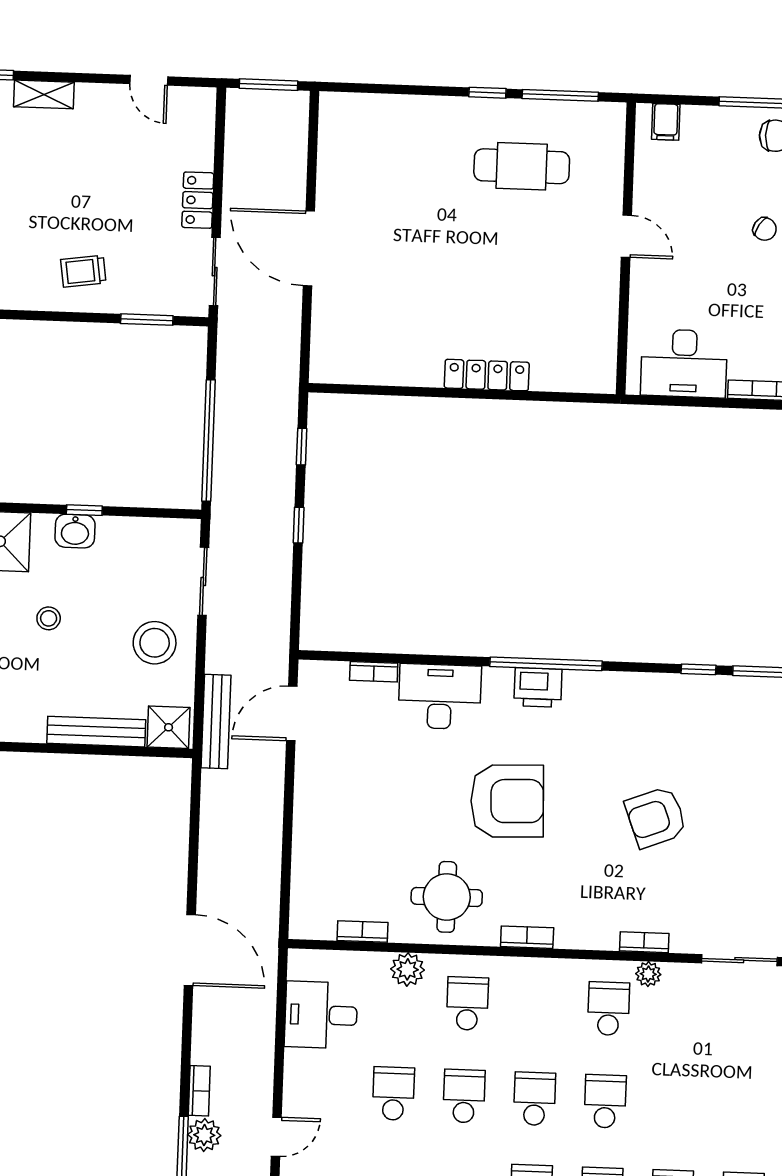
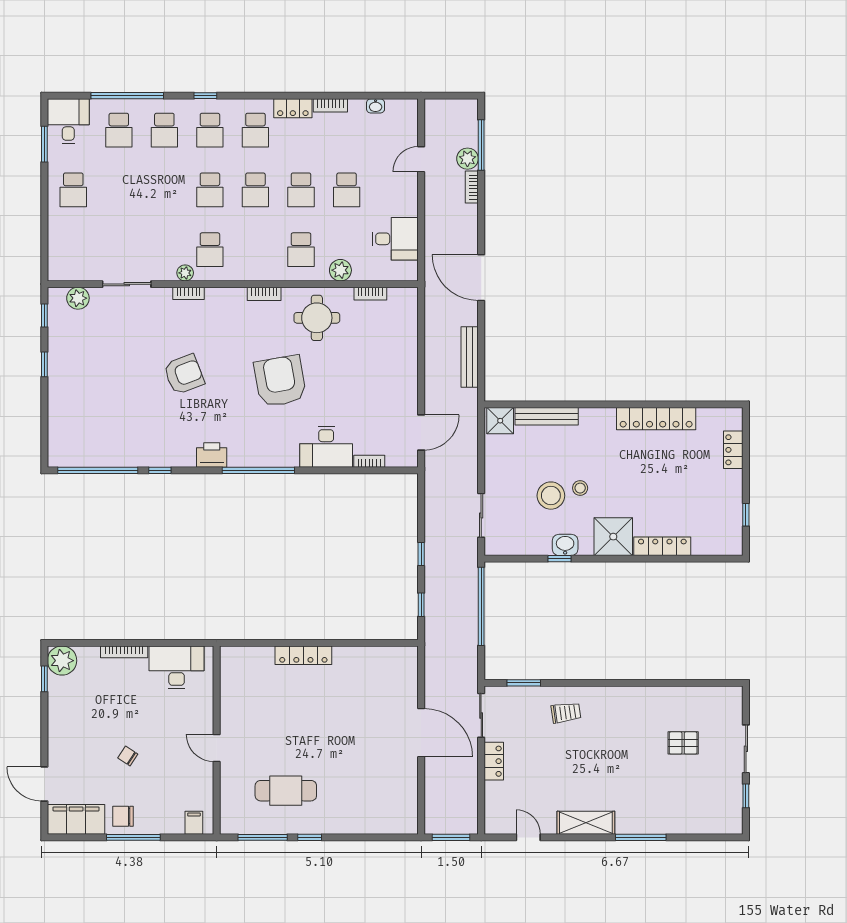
shelving: (44, 94) -> (586, 823), width x1.50, depth x1.33
stool: (155, 643) -> (551, 496), moved
printer: (538, 687) -> (212, 455), moved
bench: (216, 721) -> (470, 357), moved
armchair: (507, 801) -> (280, 381), turned 82

